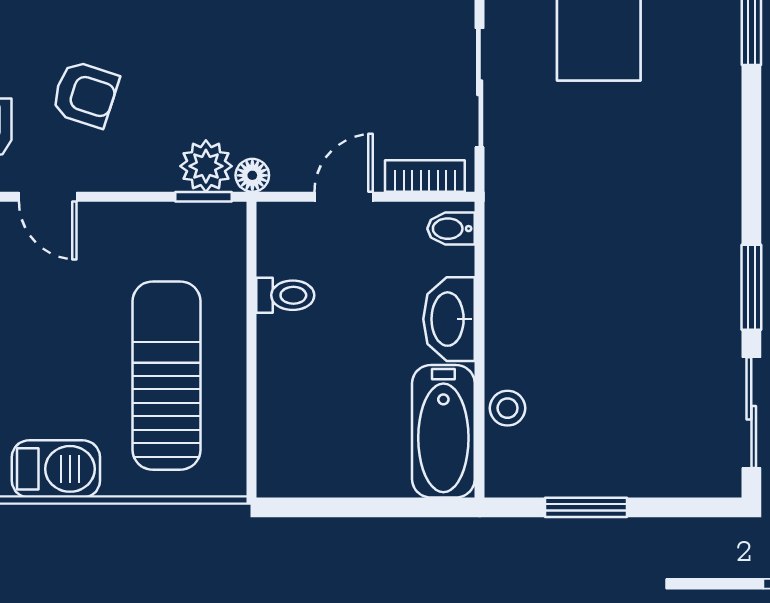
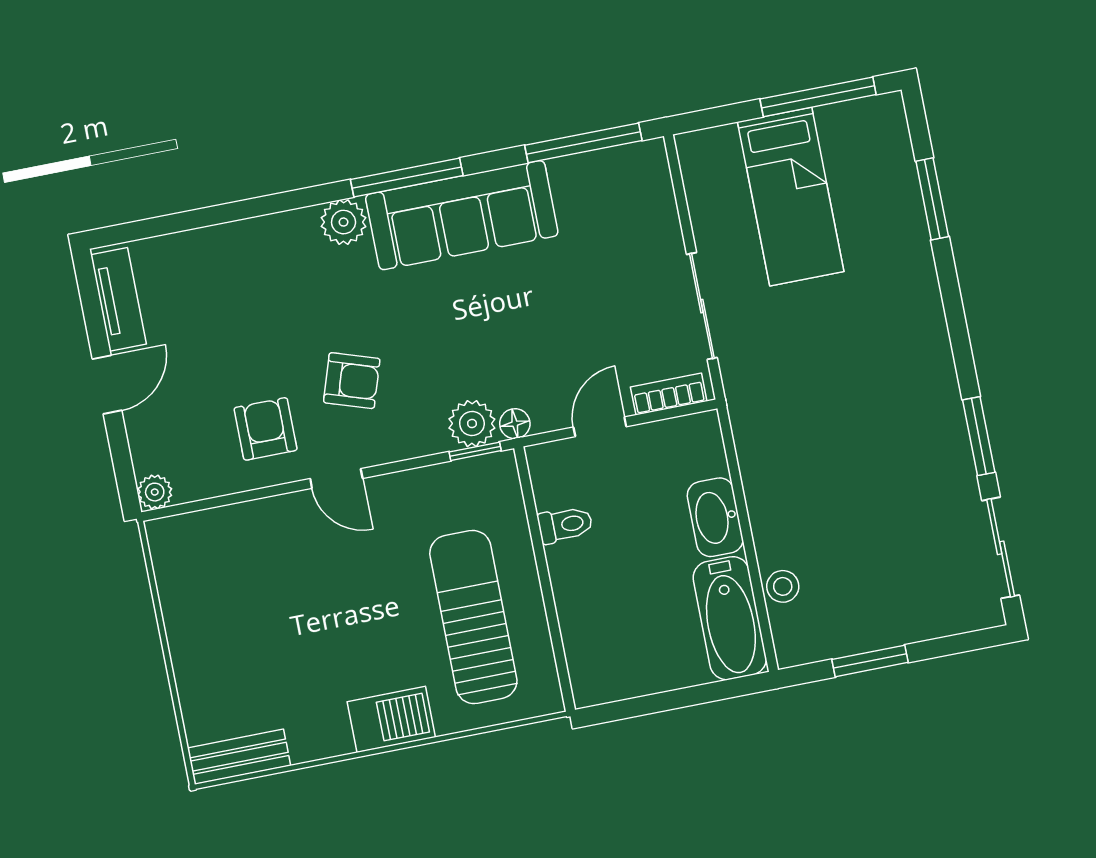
bidet: (451, 229) -> (701, 436), removed

